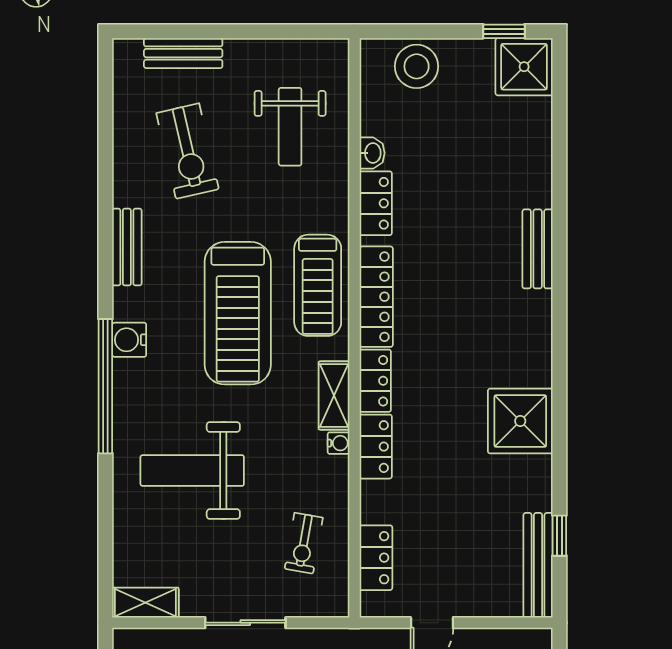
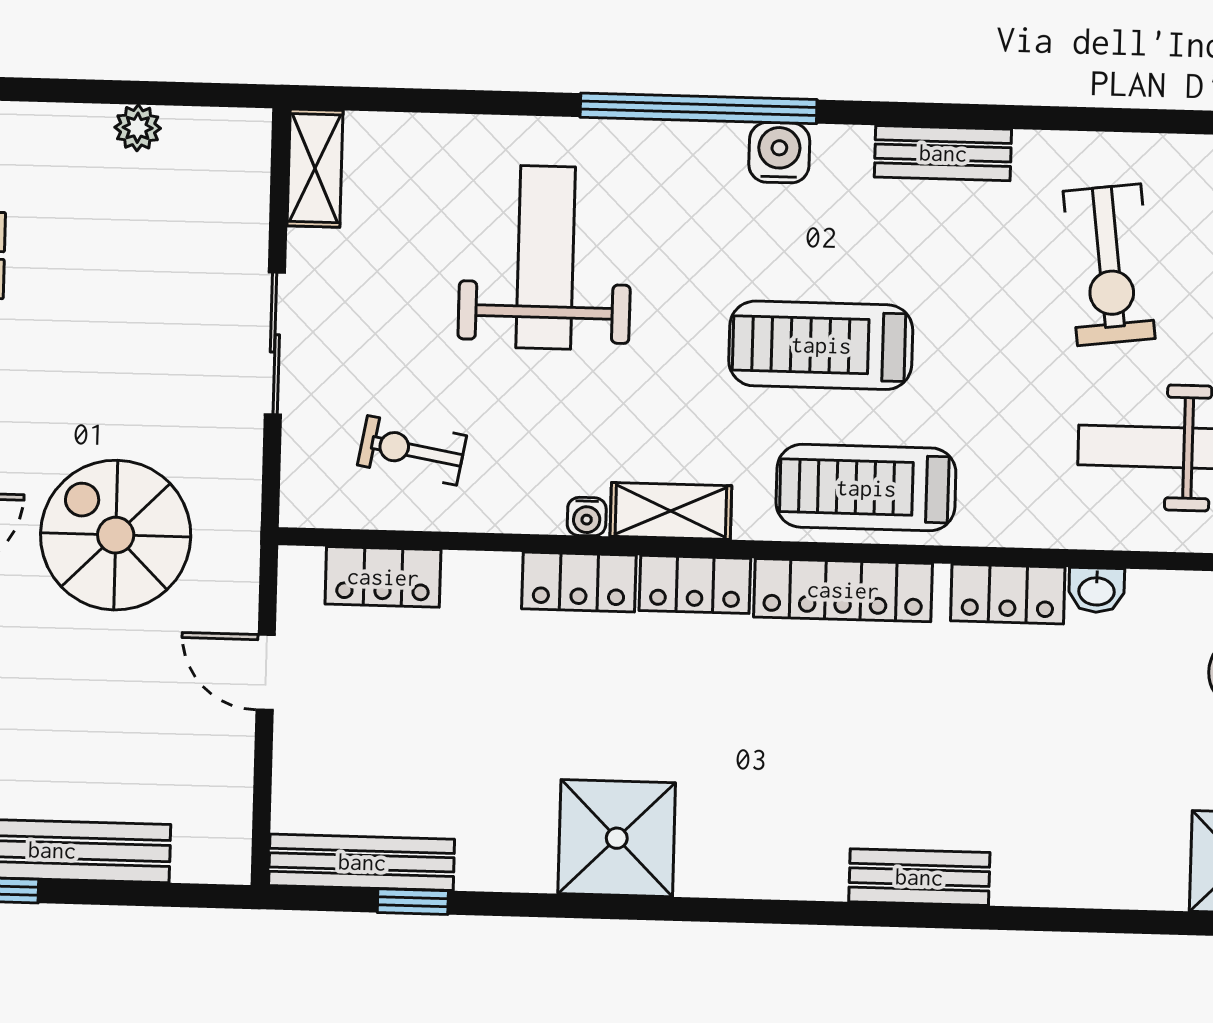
exercise bike: (188, 151) -> (1109, 265), turned -84
treadmill: (238, 313) -> (821, 345), width x0.73, depth x0.73

